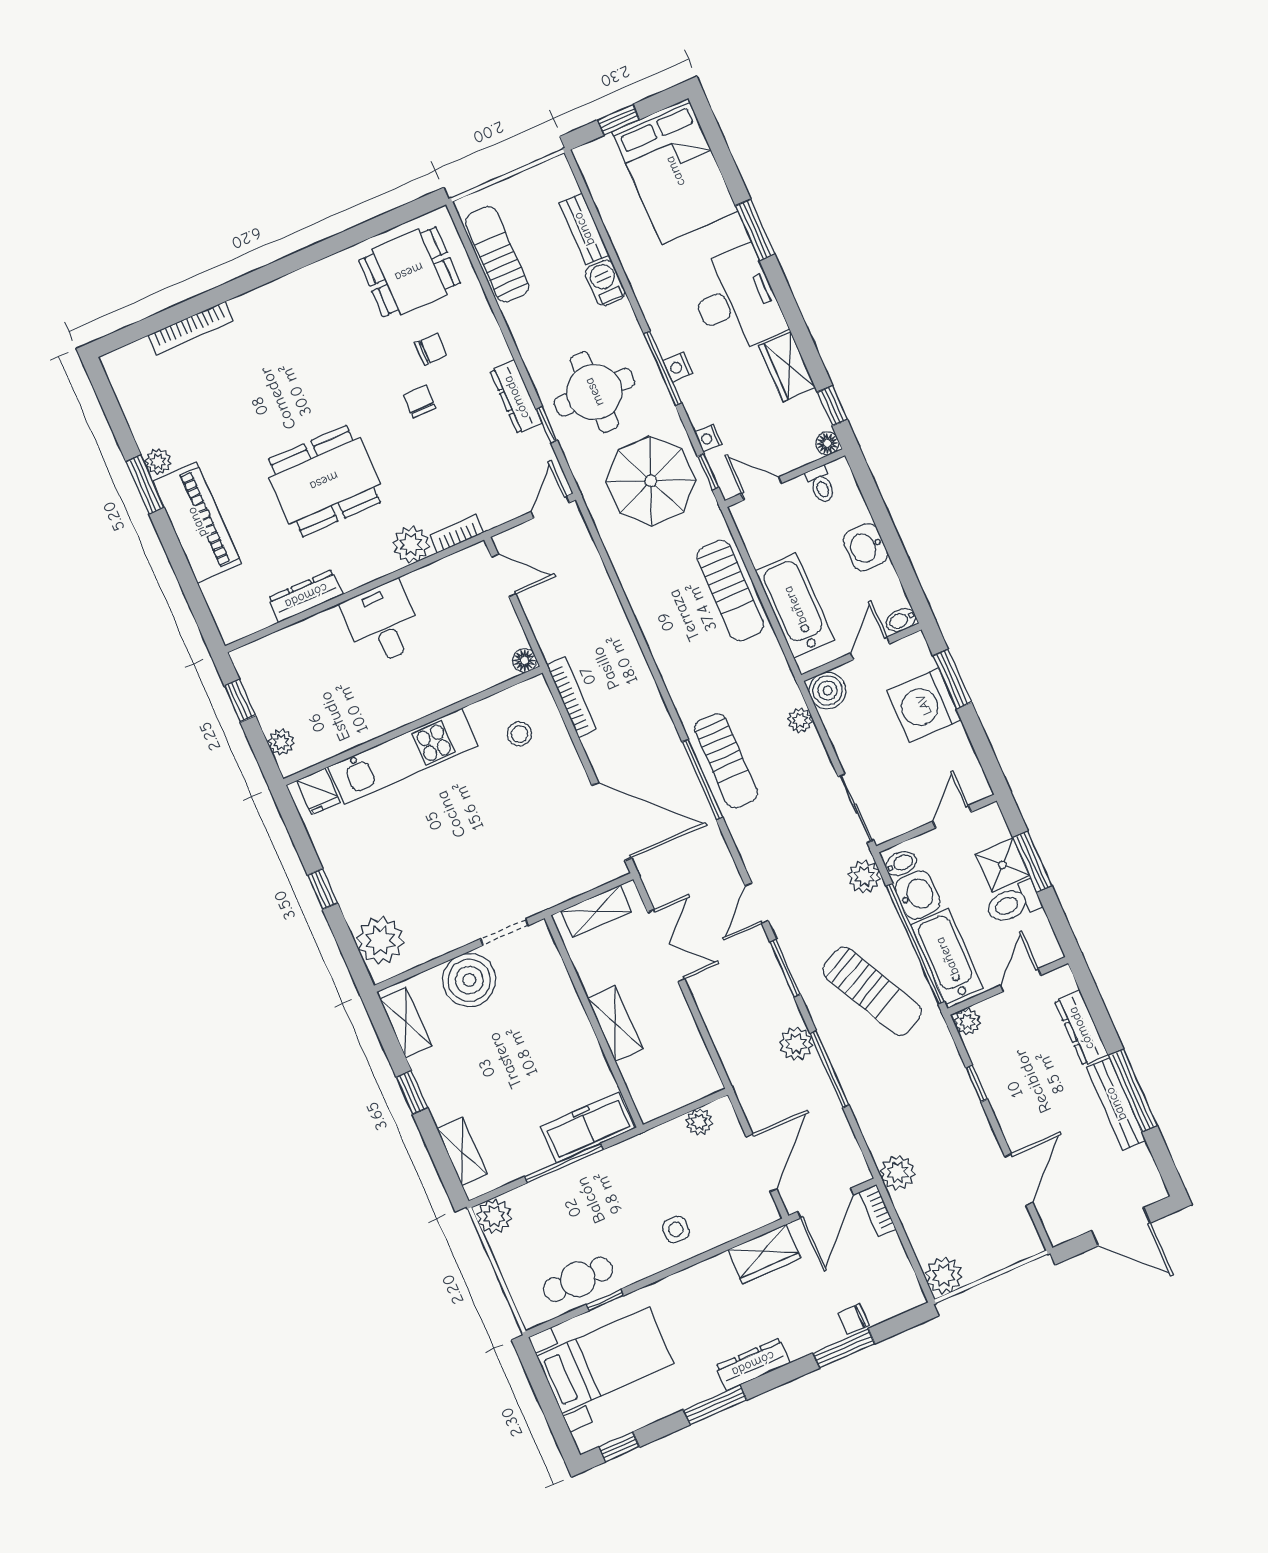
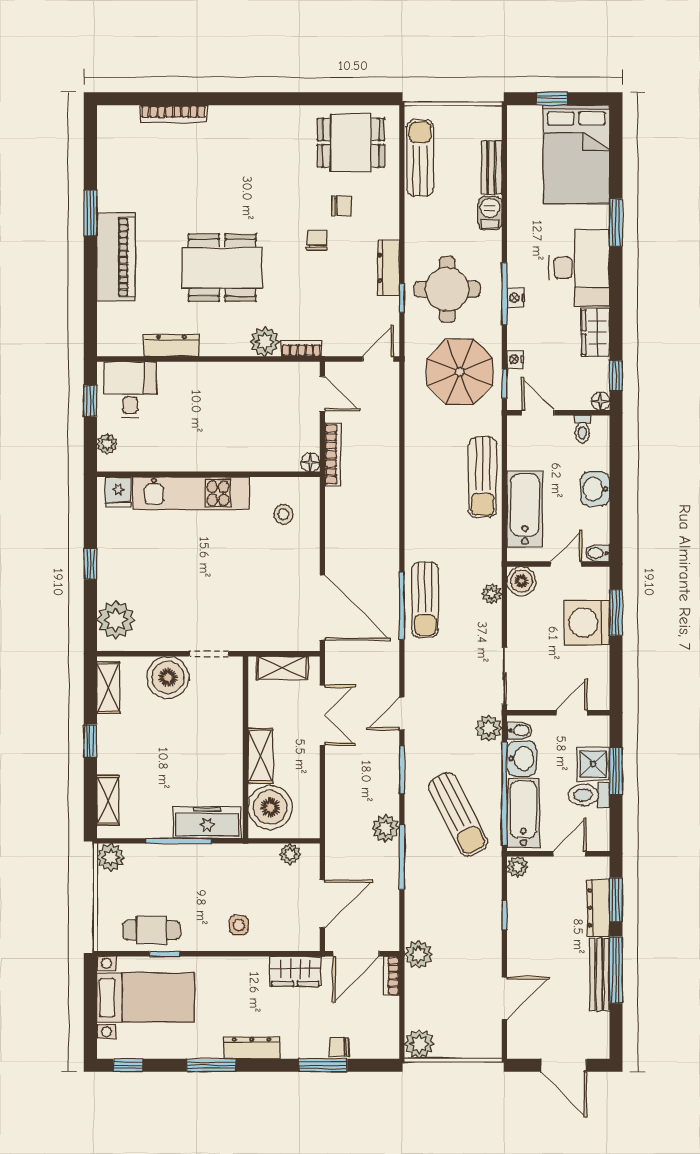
plant: (158, 462) -> (107, 200), removed
desk: (382, 623) -> (130, 390), moved
bookcase: (572, 697) -> (333, 455), moved
window: (1097, 1010) -> (616, 900), added
boiler: (653, 1078) -> (270, 807), added

